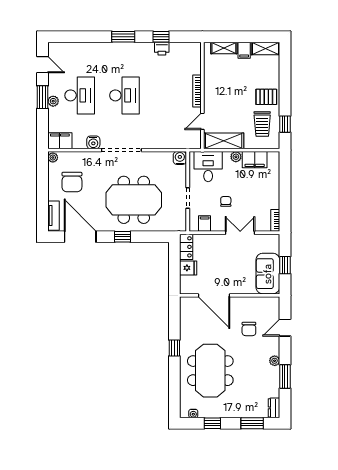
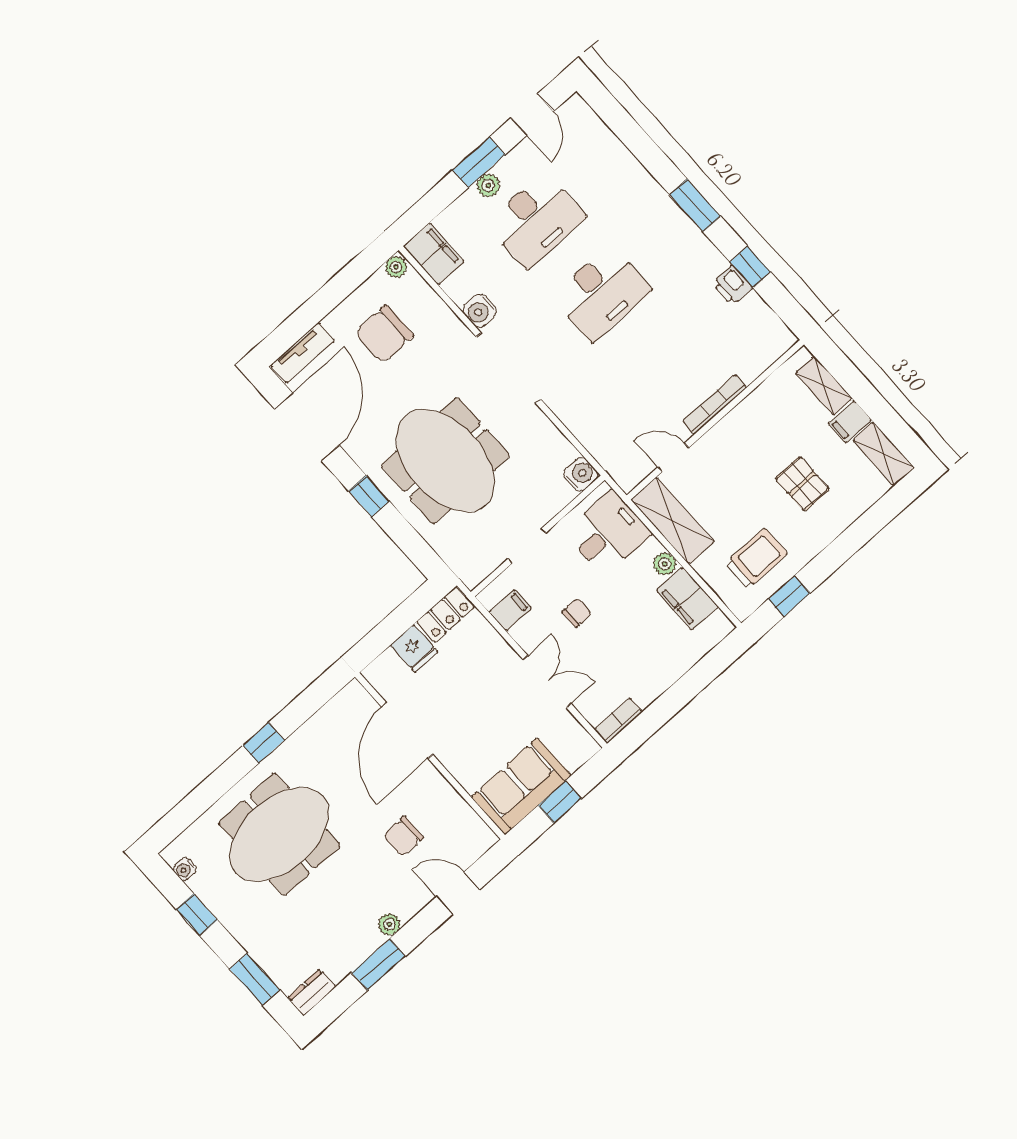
pallet: (266, 97) -> (802, 484), moved
trolley: (262, 124) -> (756, 559), turned 180

